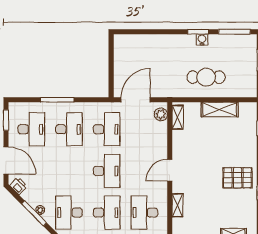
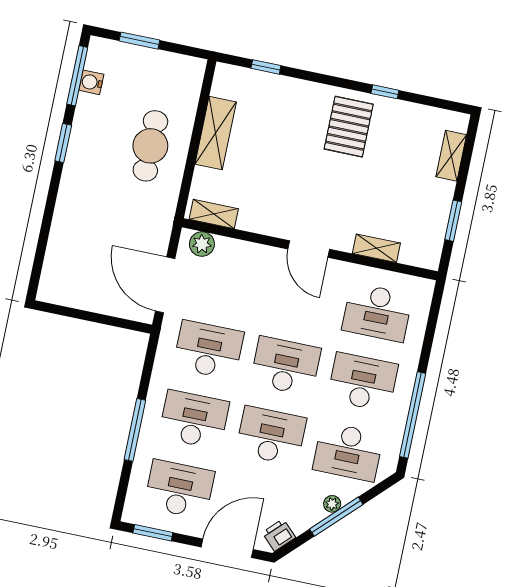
water cooler: (202, 40) -> (91, 82), moved
desk: (69, 171) -> (271, 436), added

